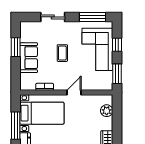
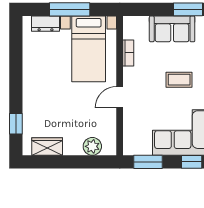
door: (74, 92) -> (120, 97), swing flipped

